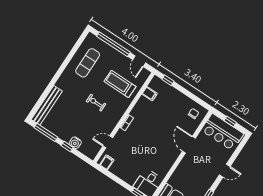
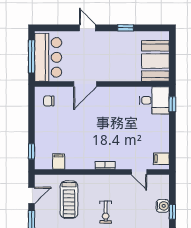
window: (230, 122) -> (31, 56), width x2.17

